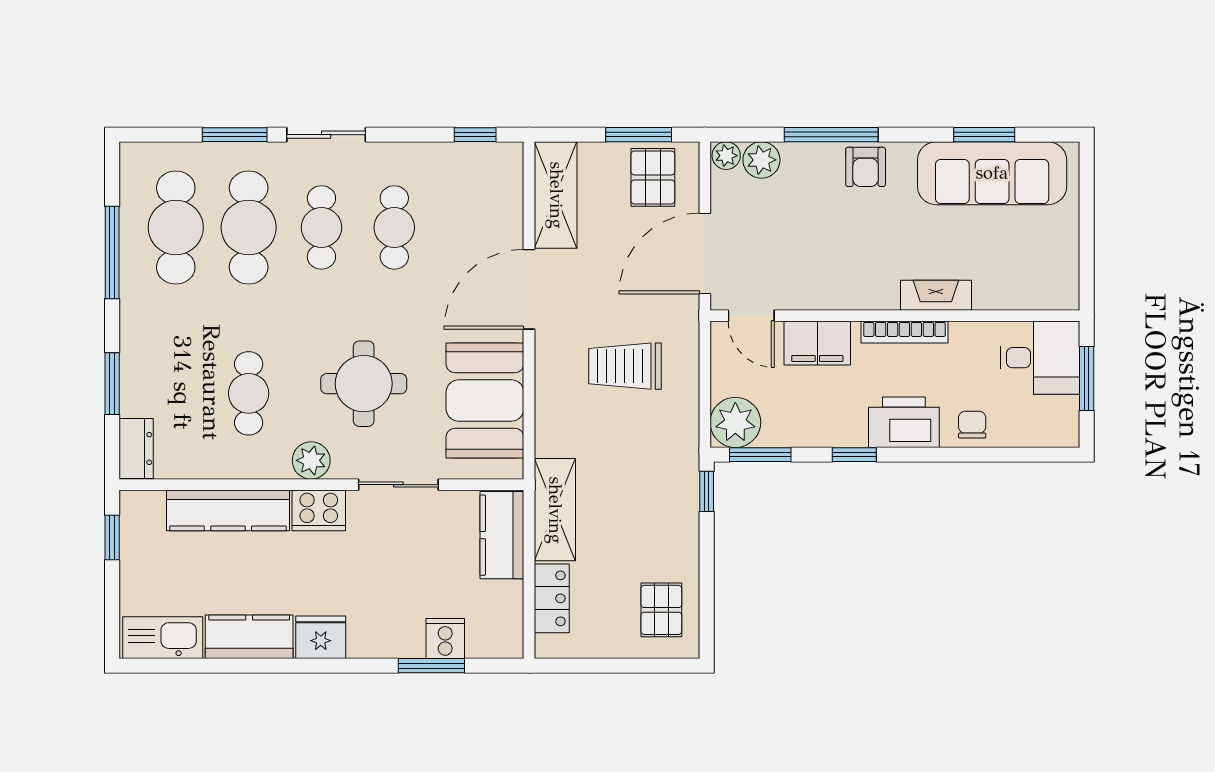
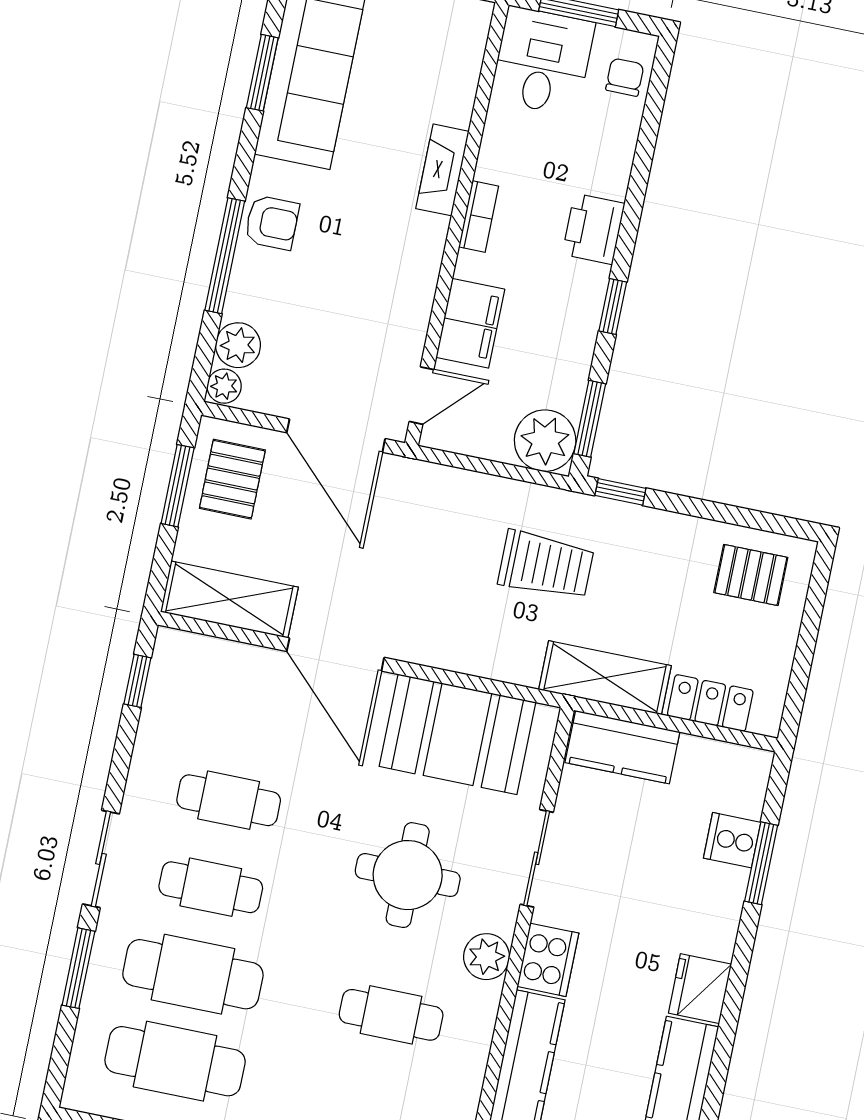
pallet: (653, 177) -> (232, 479), turned 90
bookcase: (904, 332) -> (479, 216), width x0.64
trolley: (625, 366) -> (546, 565), moved, turned -90
printer: (904, 422) -> (593, 229), width x0.73, depth x0.84
chair: (972, 425) -> (625, 77), moved, turned 90

